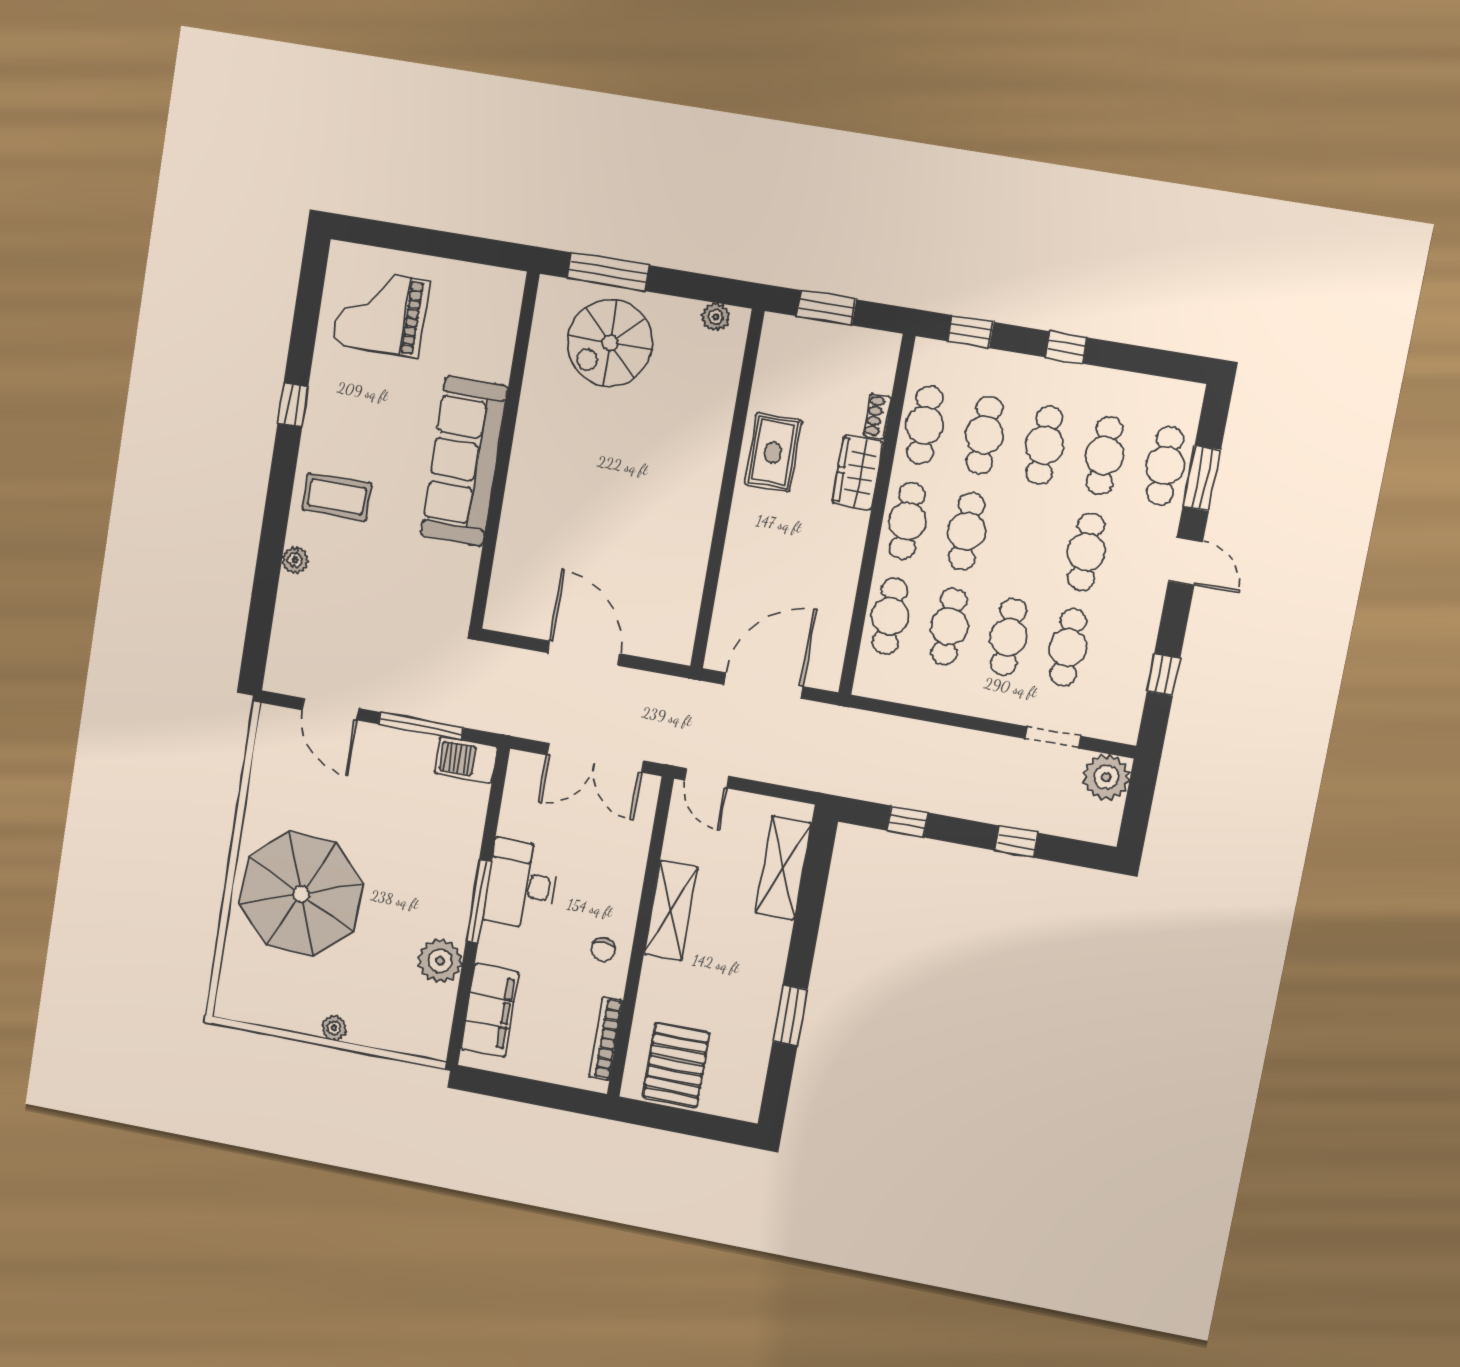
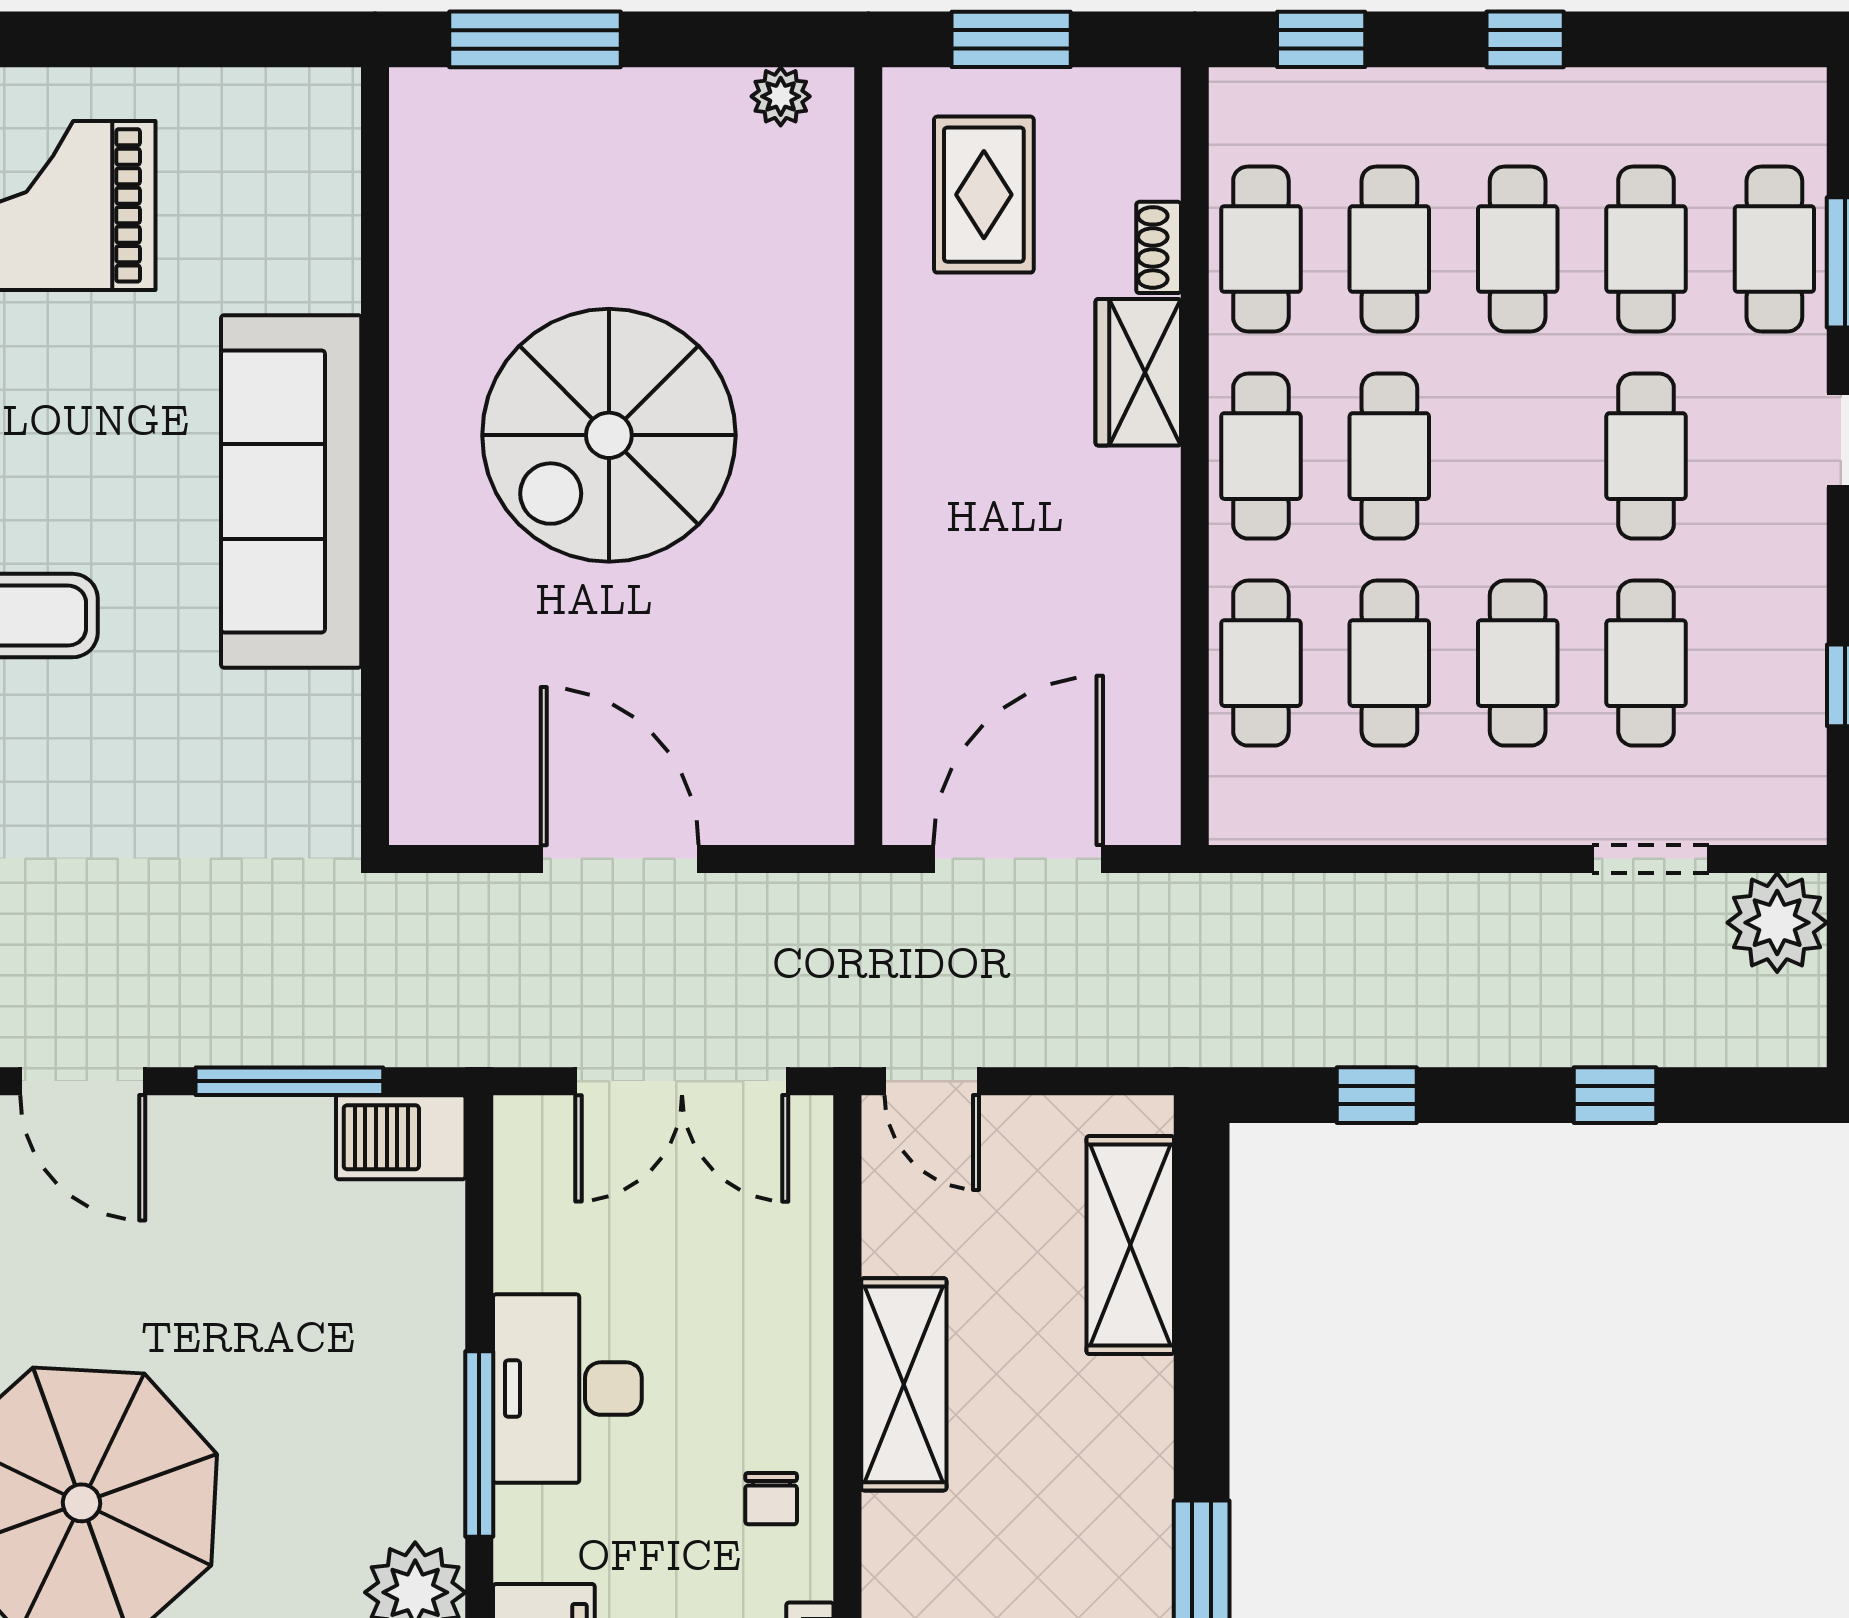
spiral stairs: (610, 343) -> (609, 435), moved, width x1.37, depth x1.37
rug: (773, 452) -> (984, 195), moved

